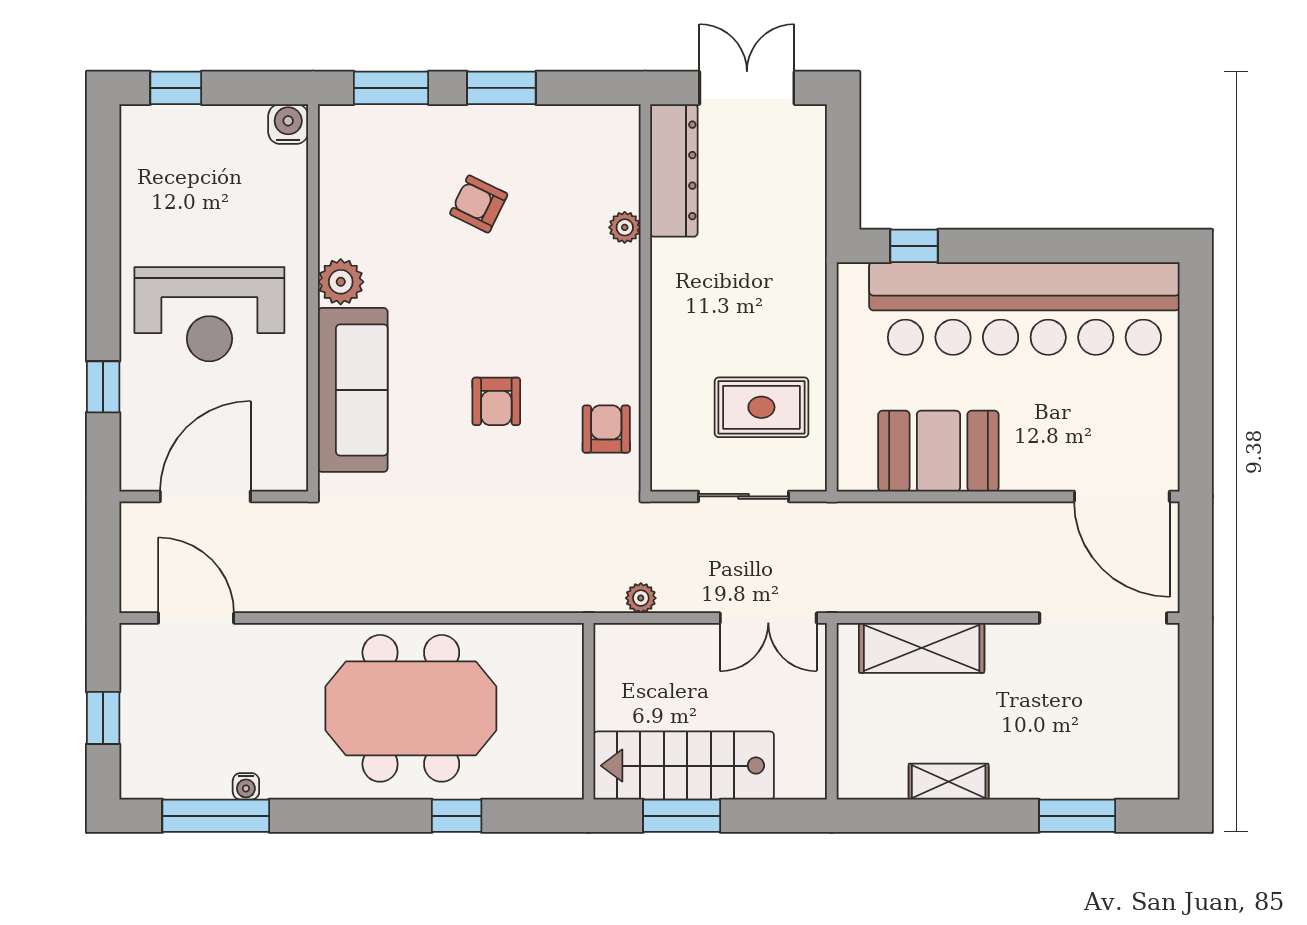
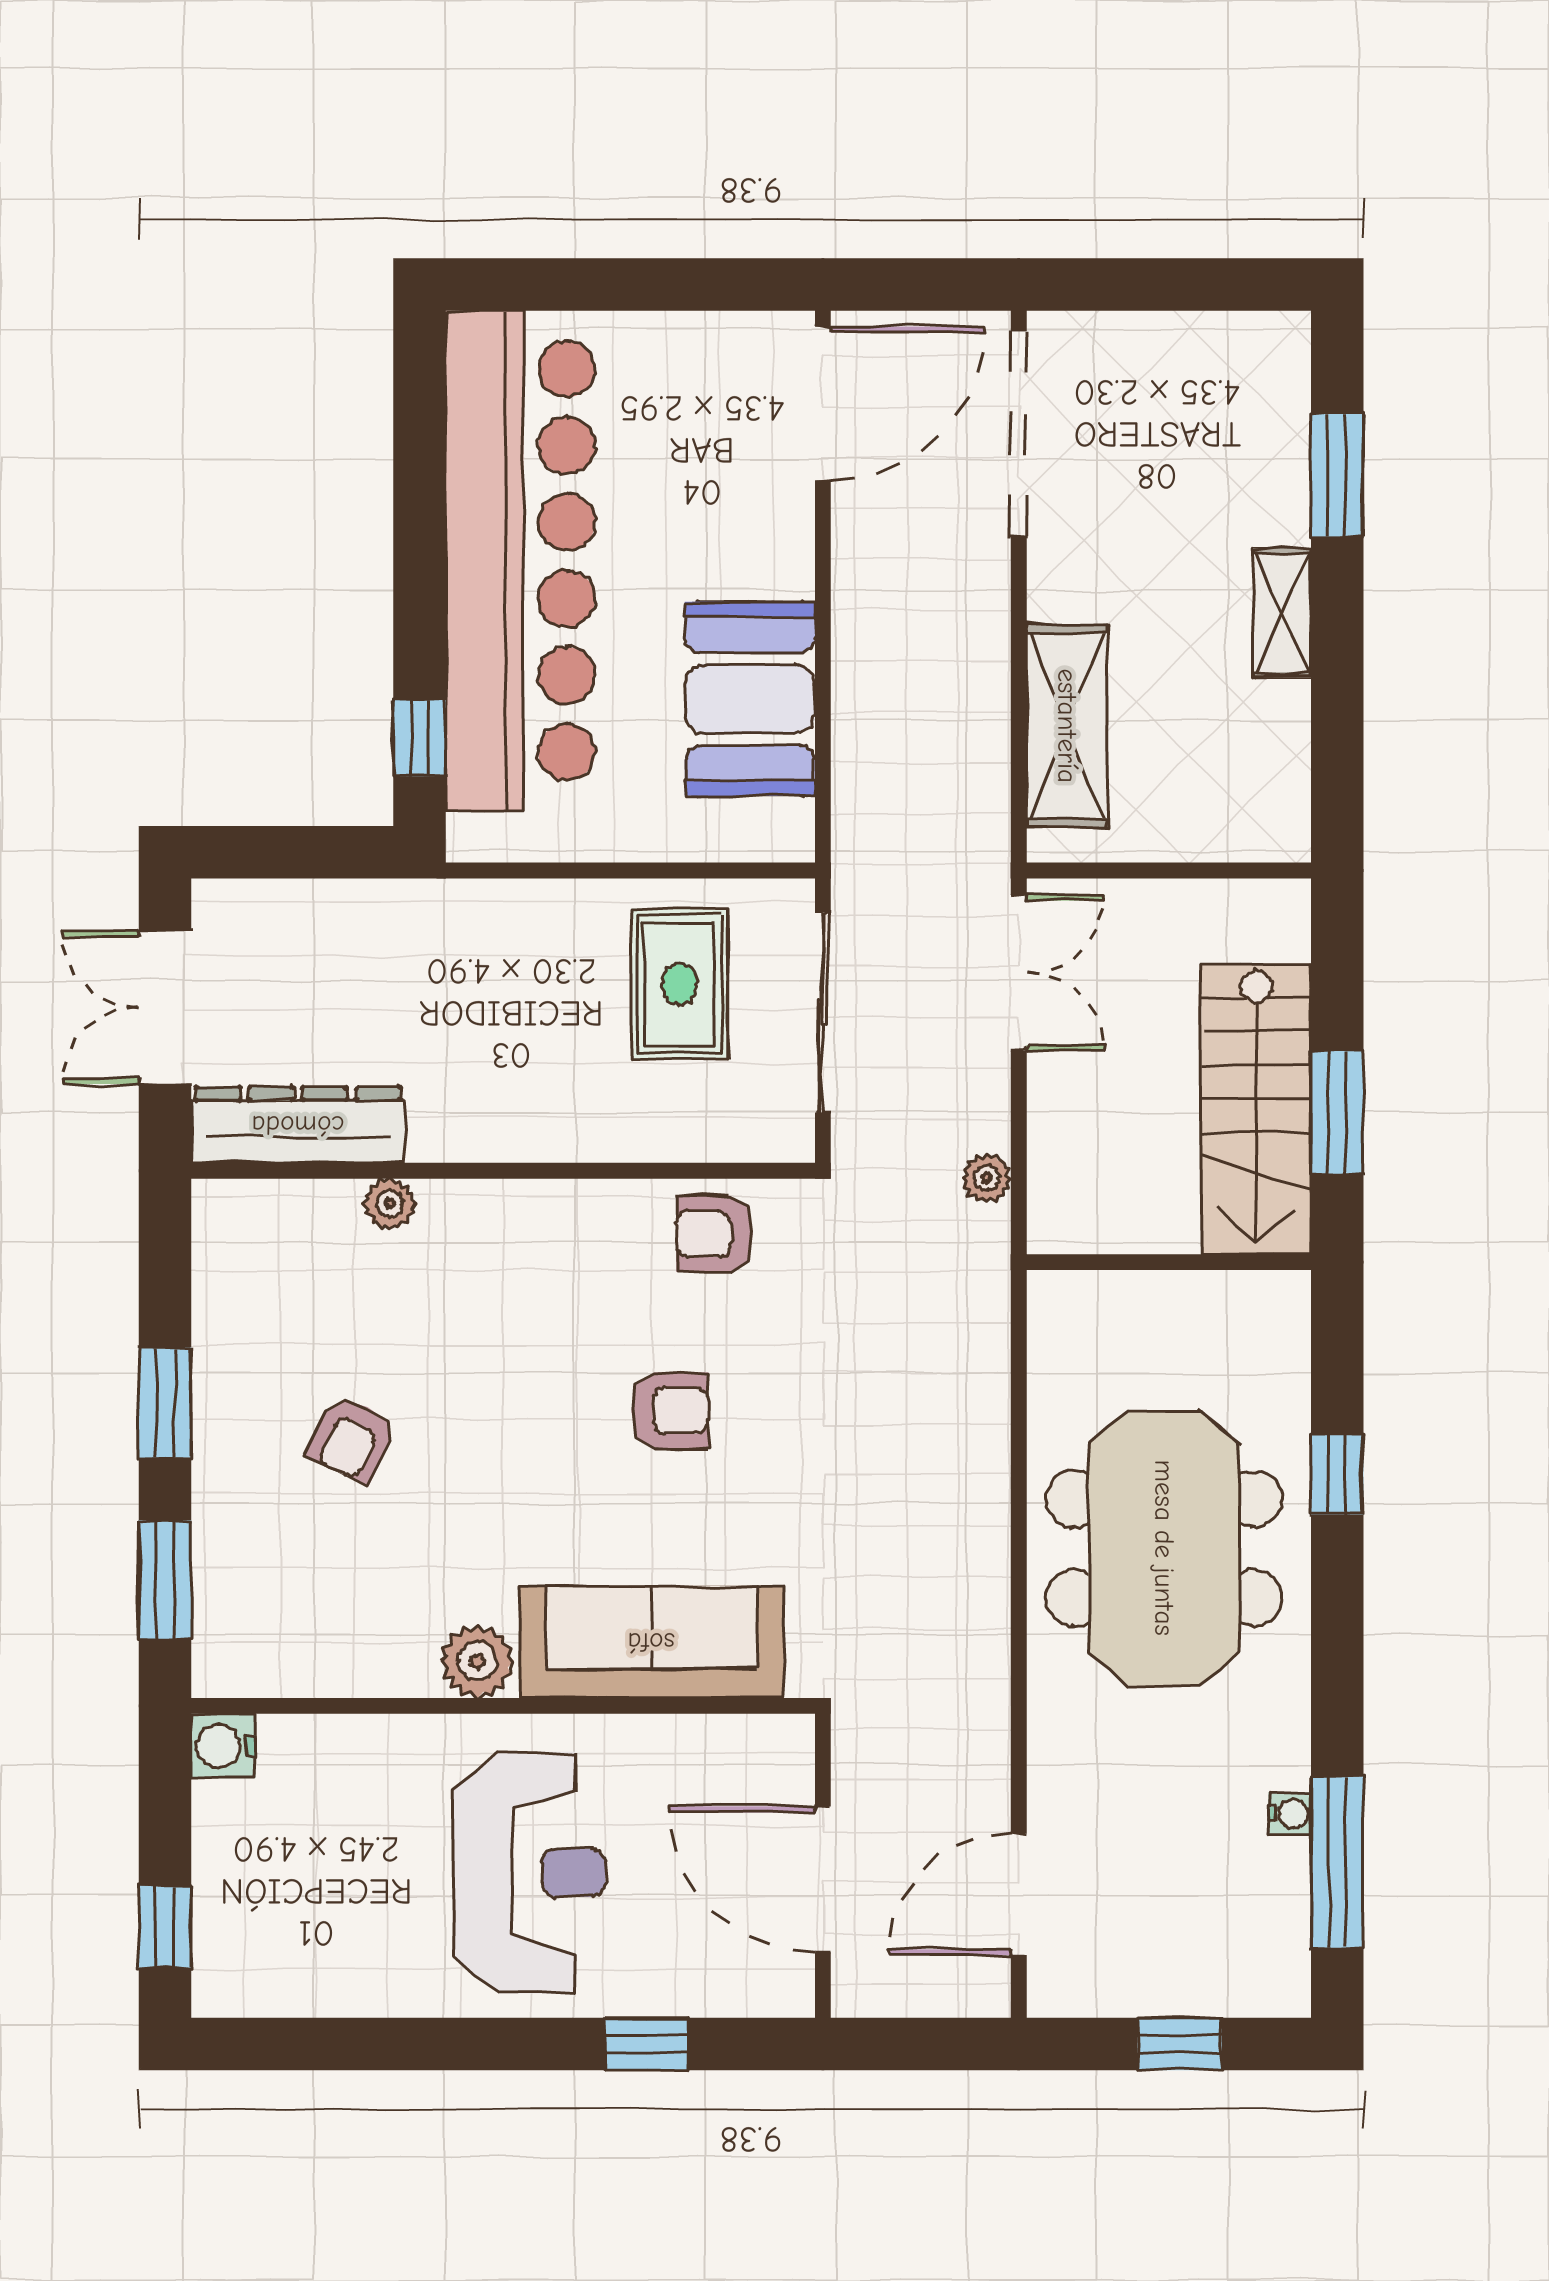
sliding door: (743, 496) -> (823, 1013), width x1.37
shelving: (949, 782) -> (1282, 613), moved

